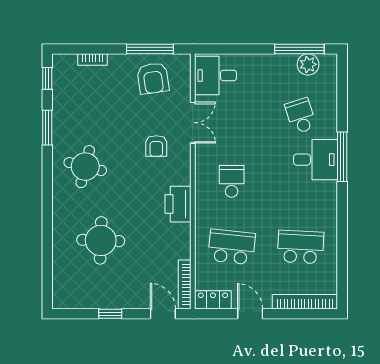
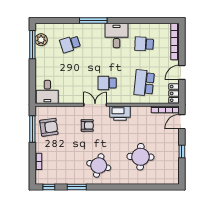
double door: (193, 123) -> (95, 105), moved
desk: (316, 160) -> (117, 35), moved
school desk: (301, 247) -> (144, 44), width x0.54

